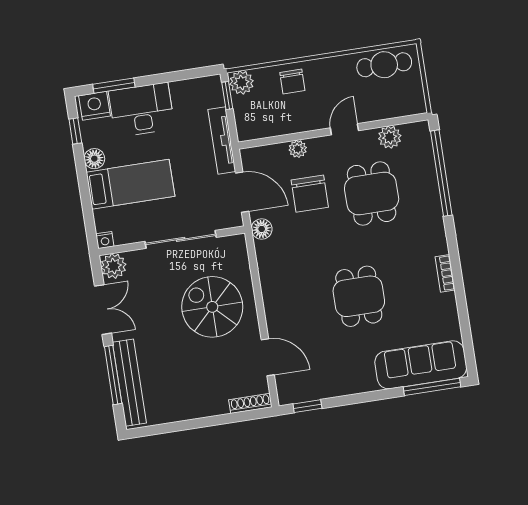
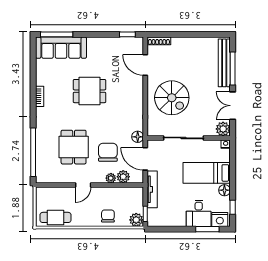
desk: (142, 110) -> (199, 213), width x0.73
plant: (390, 137) -> (123, 177), moved
dining table: (359, 296) -> (90, 91), turned 90

